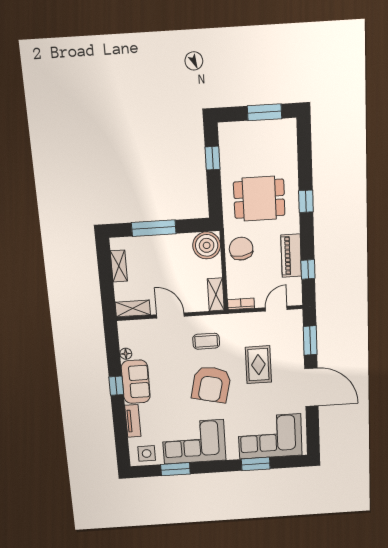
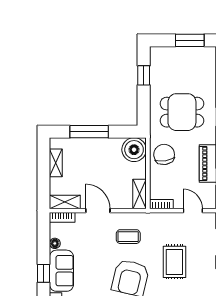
door: (276, 309) -> (193, 211), hinge flipped
bookcase: (131, 325) -> (62, 217), added

